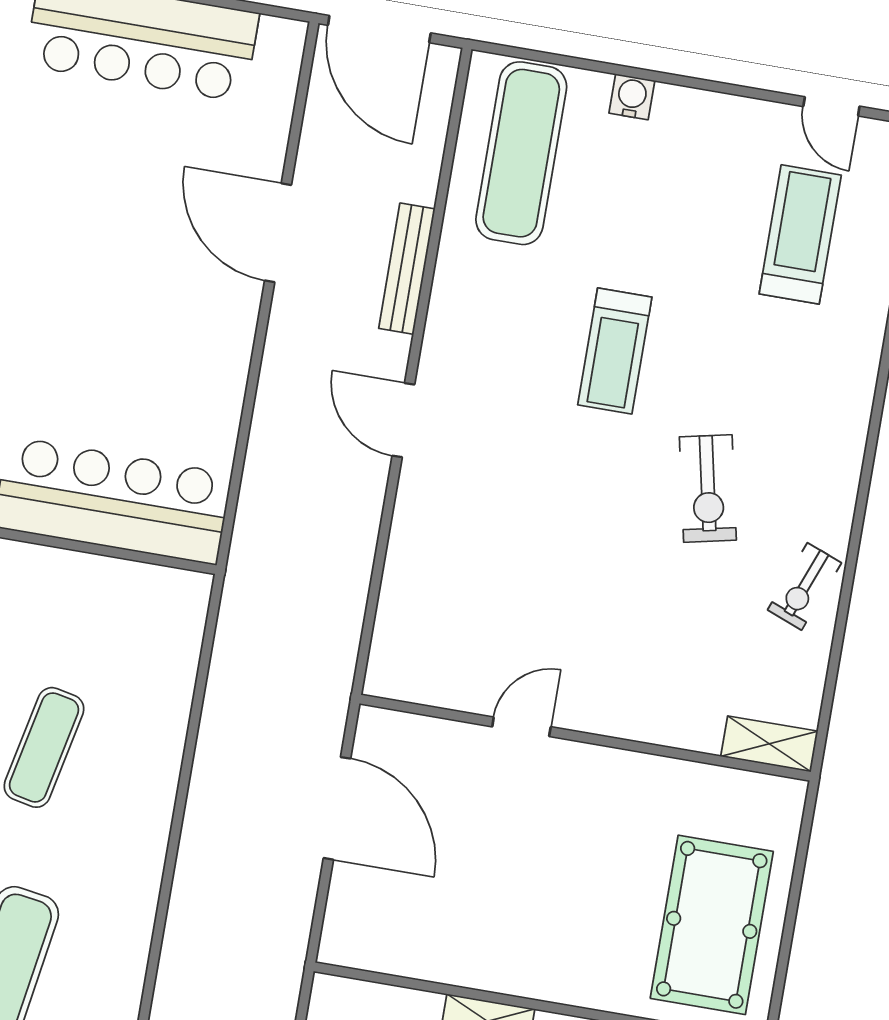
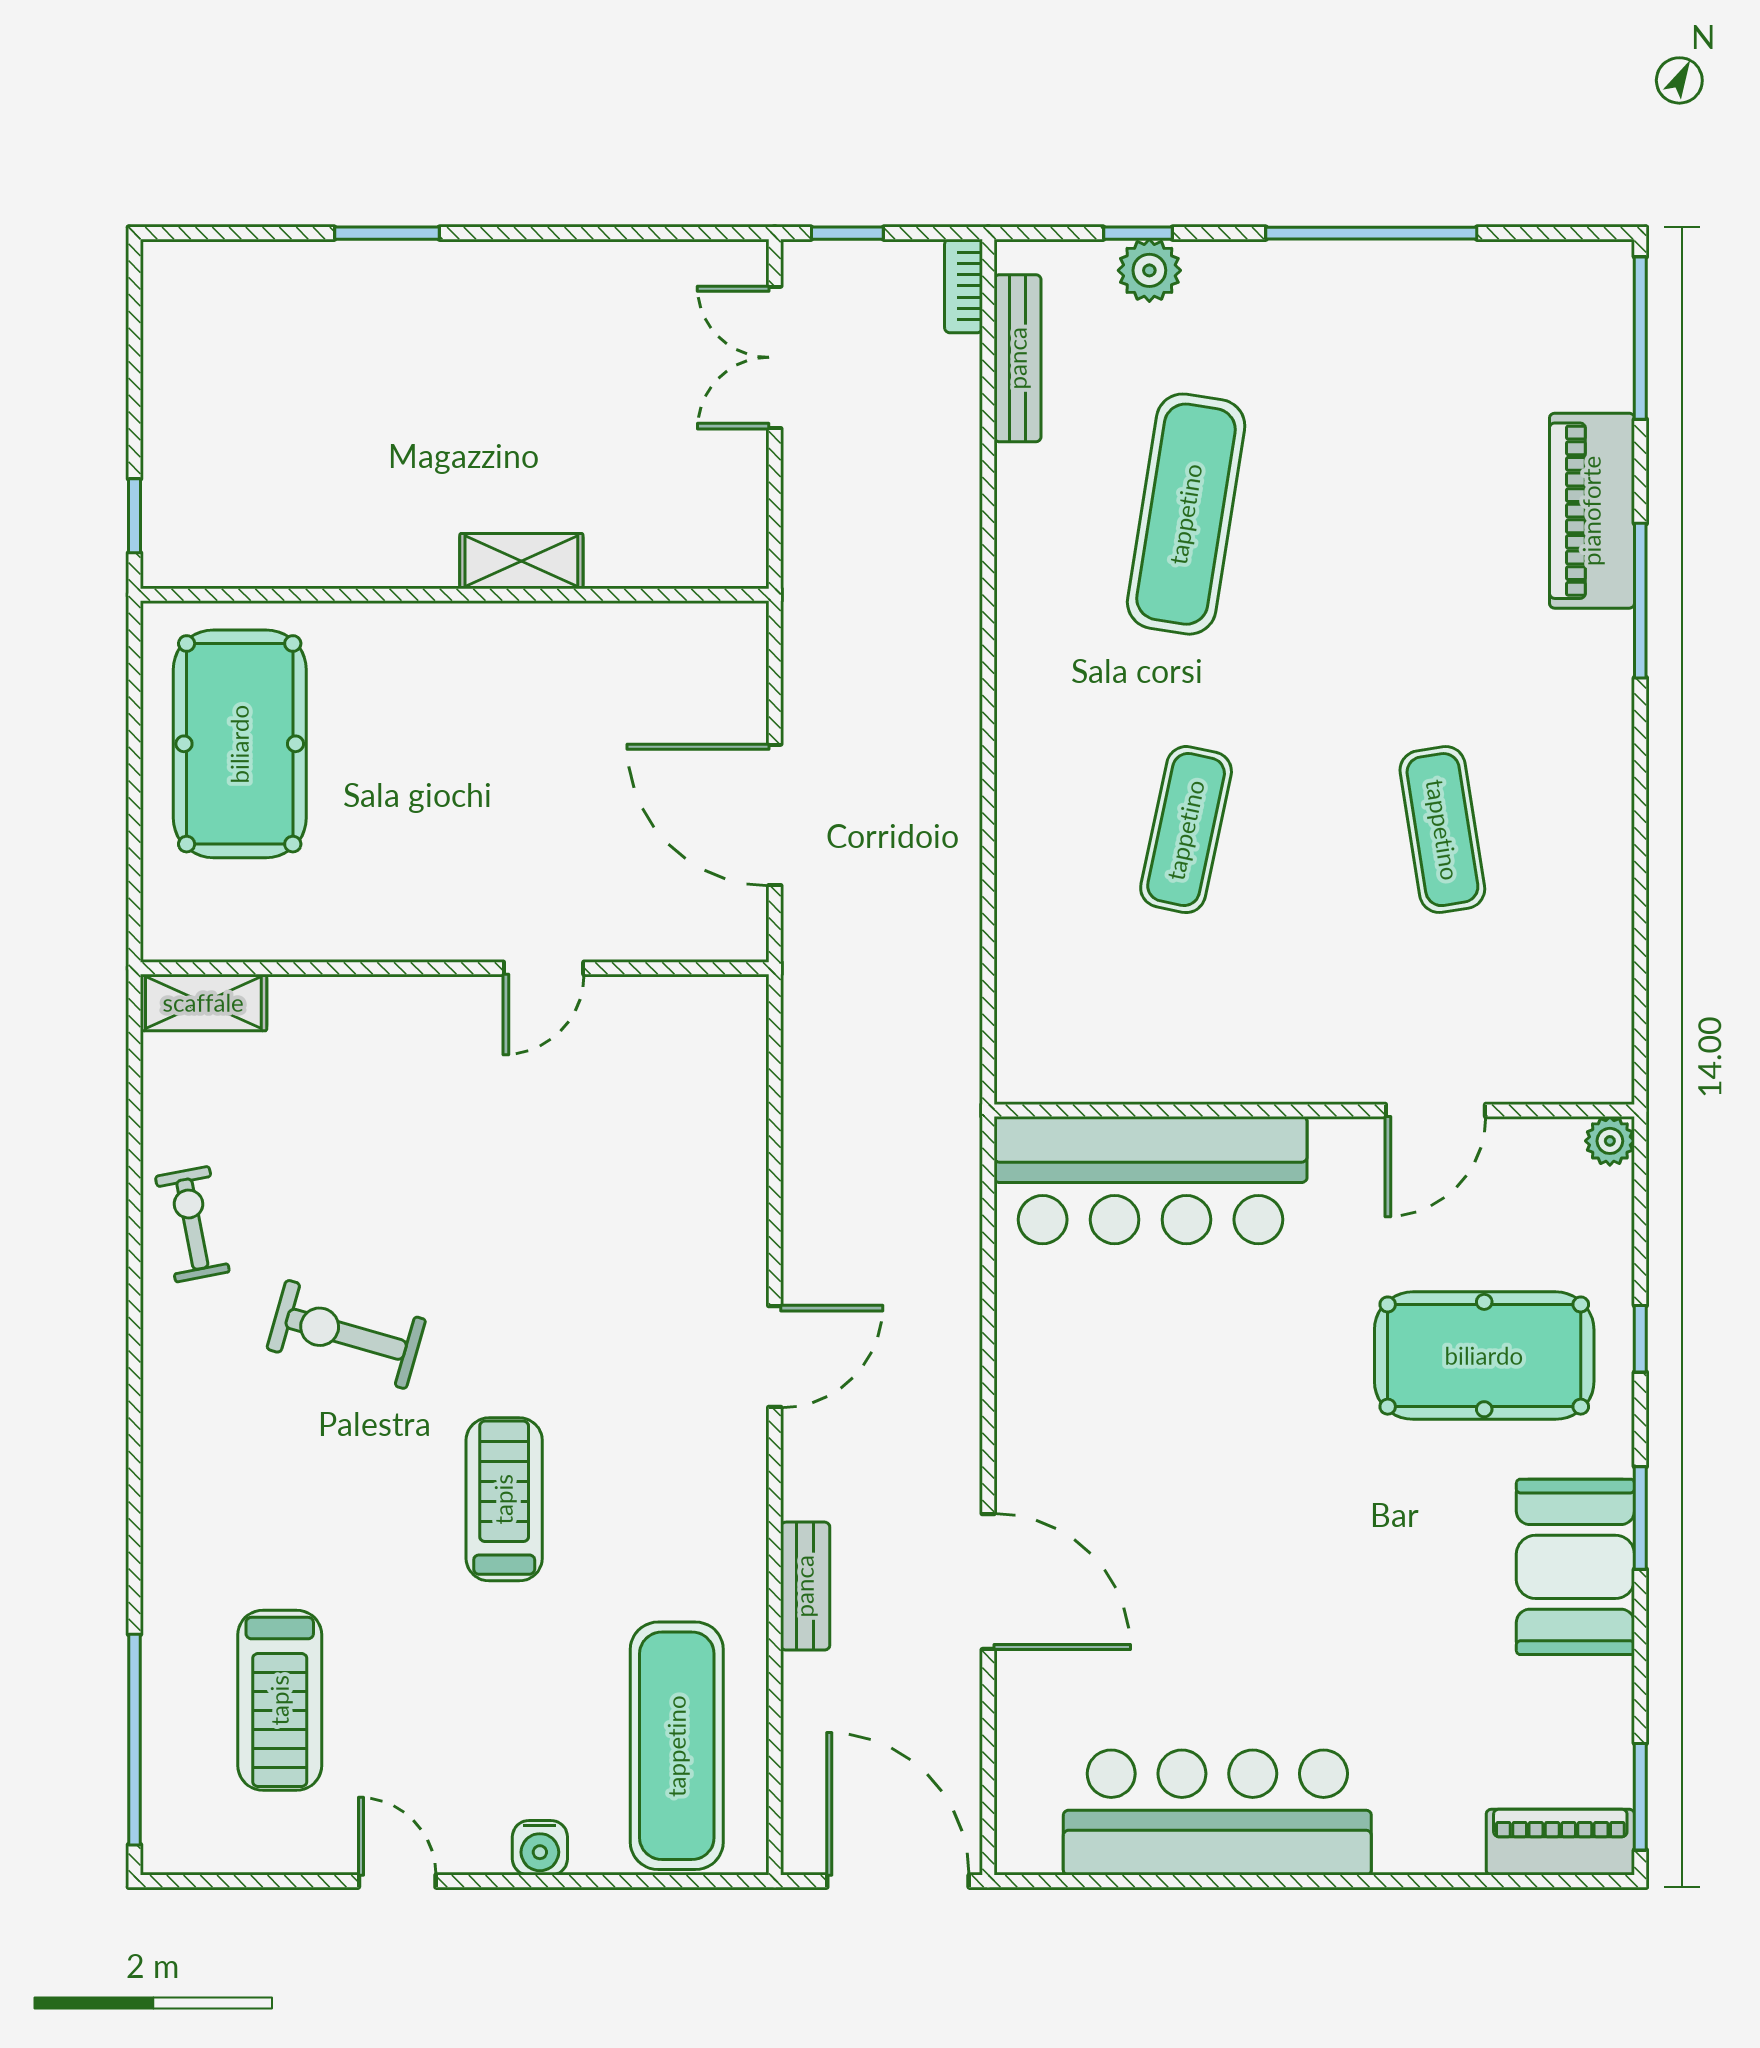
door: (831, 106) -> (397, 1881), moved
bench: (407, 269) -> (805, 1586), width x0.73
door: (403, 420) -> (775, 1357), hinge flipped
exercise bike: (708, 489) -> (346, 1334), turned -62
exercise bike: (805, 586) -> (192, 1224), turned -32

